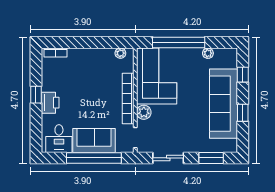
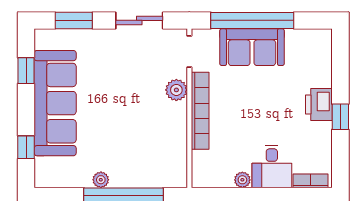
plant: (120, 53) -> (242, 180), moved
plant: (208, 53) -> (101, 180), moved
corner sofa: (157, 76) -> (157, 145), removed
window: (243, 113) -> (26, 71), moved
desk: (59, 139) -> (272, 167), moved, turned 180

